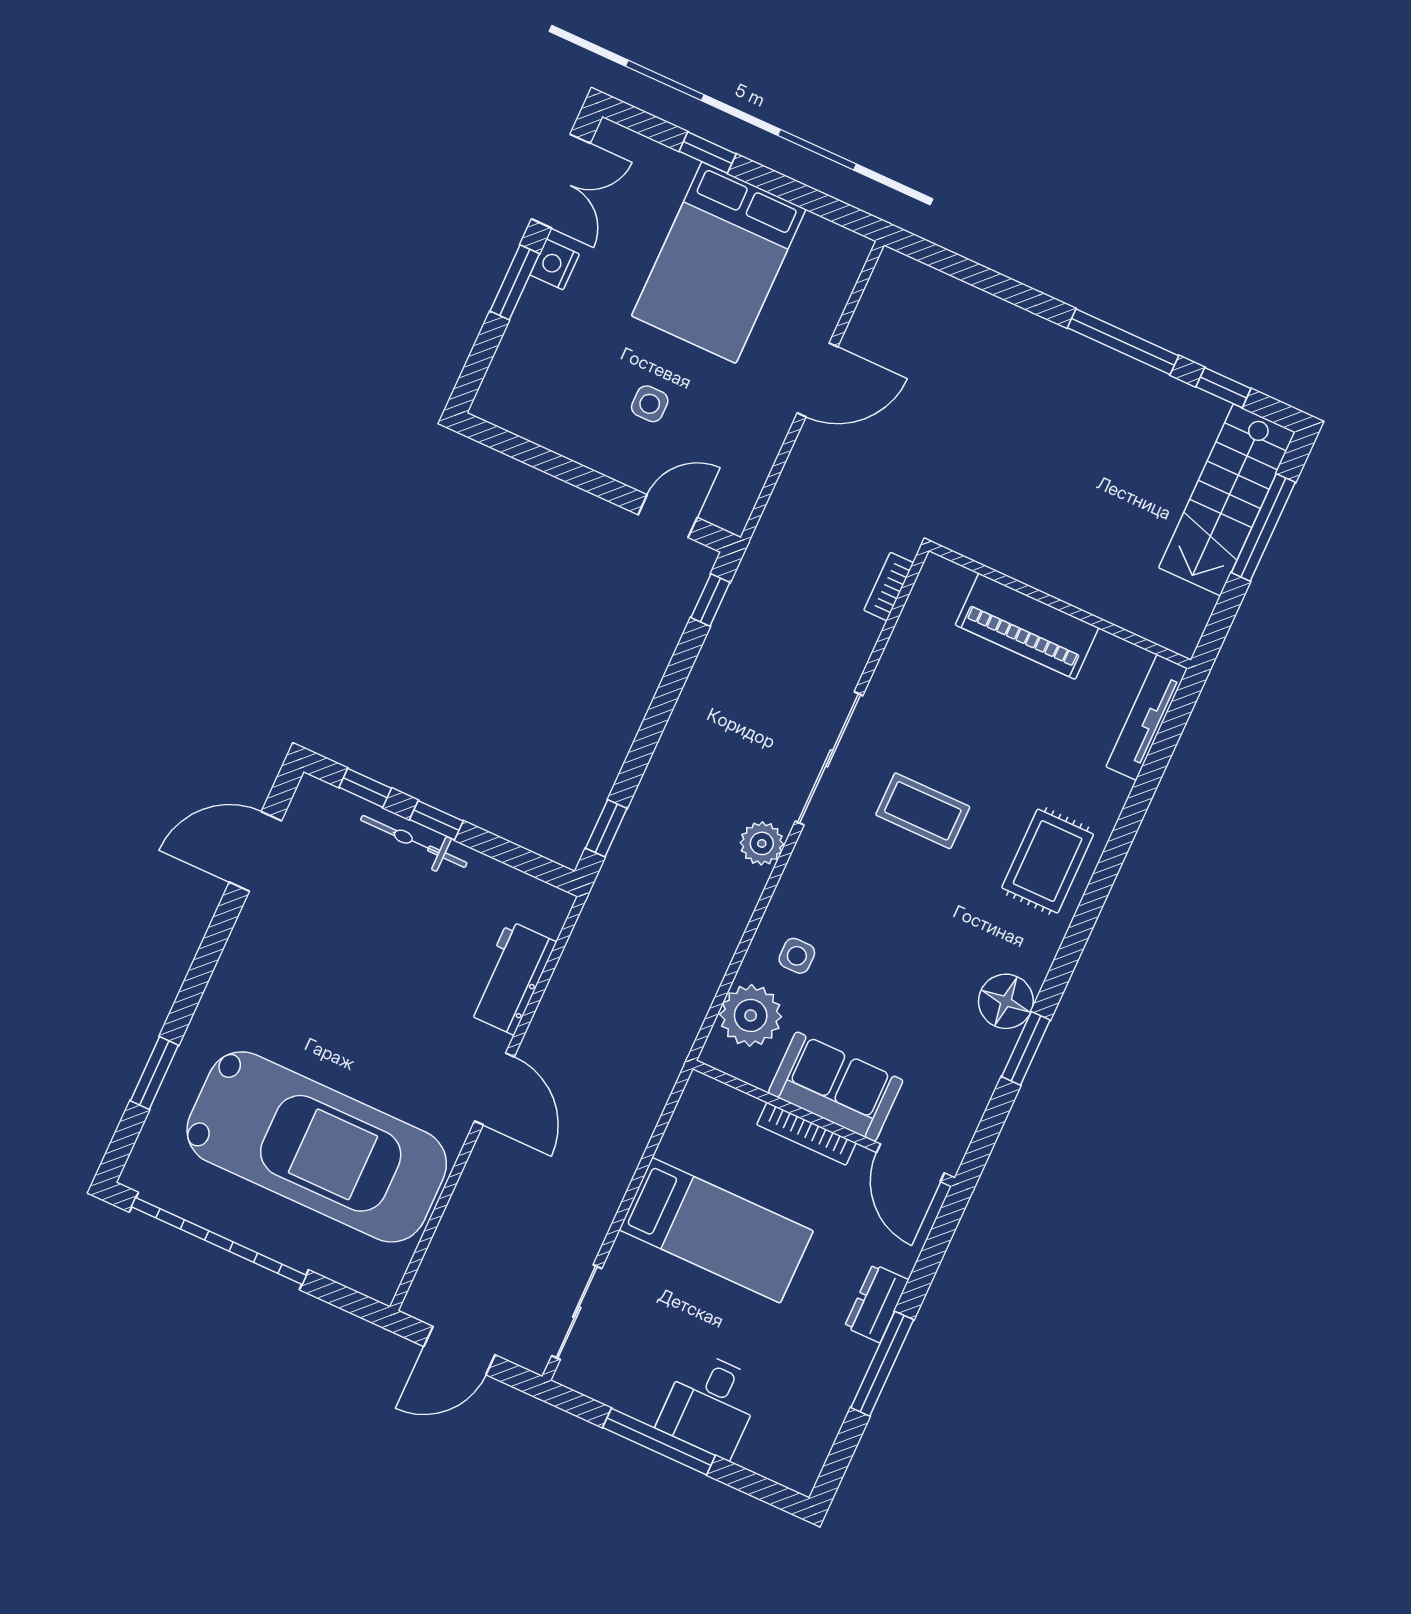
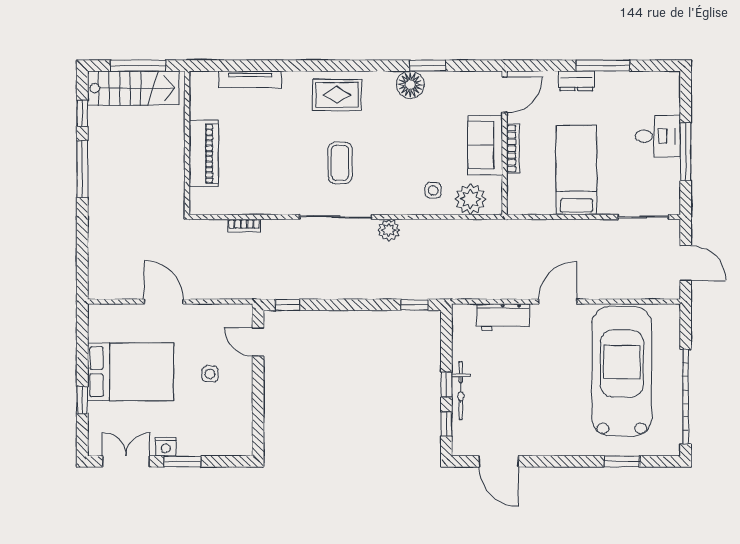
wall: (1060, 605) -> (187, 143), moved
piano: (1027, 626) -> (204, 154), moved

